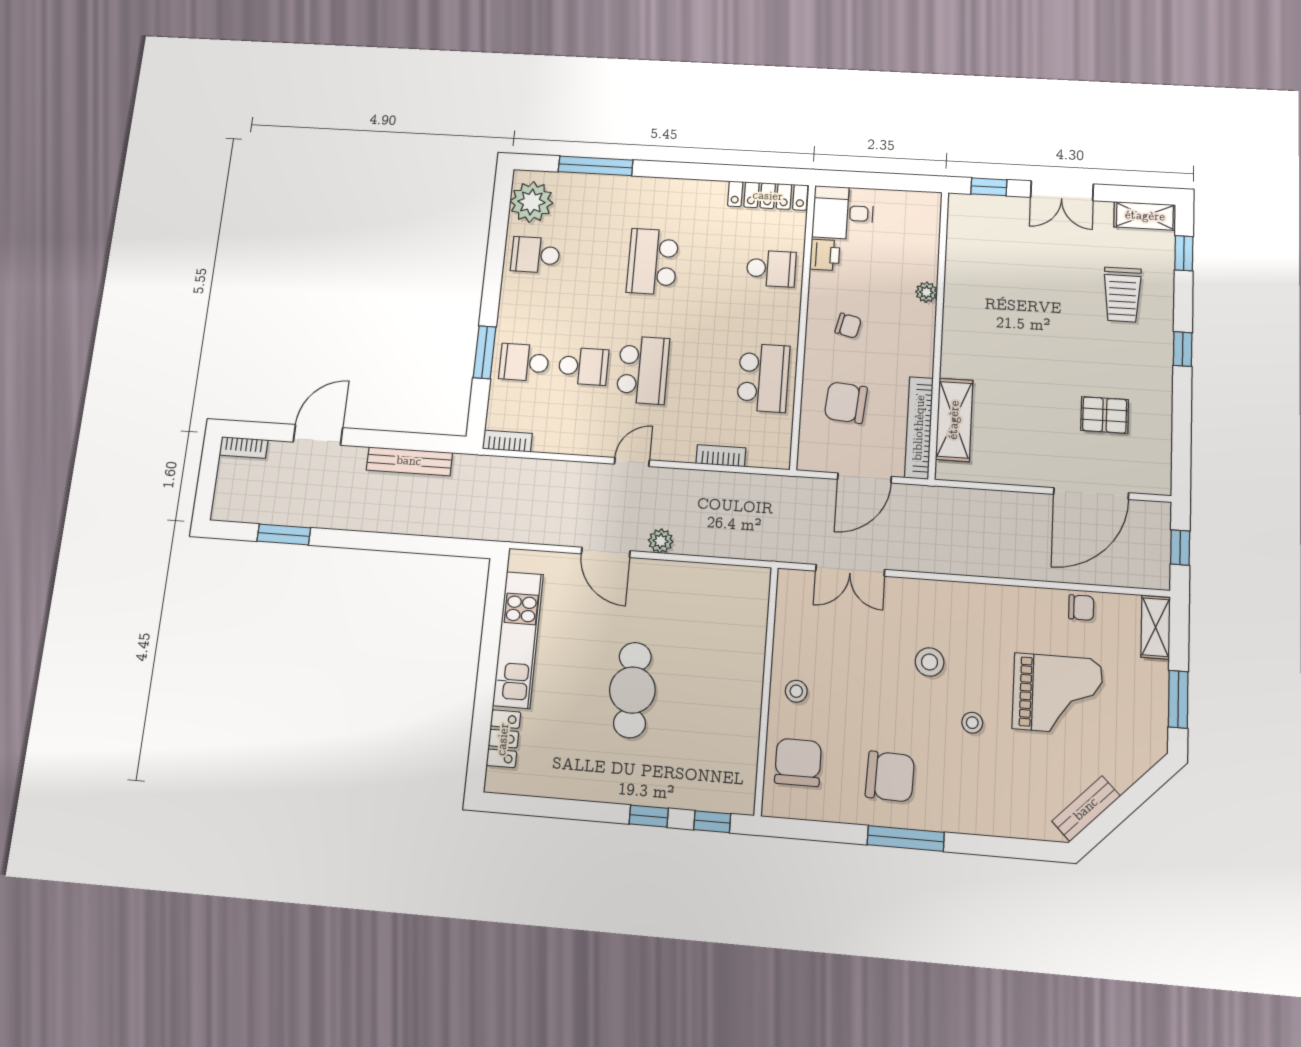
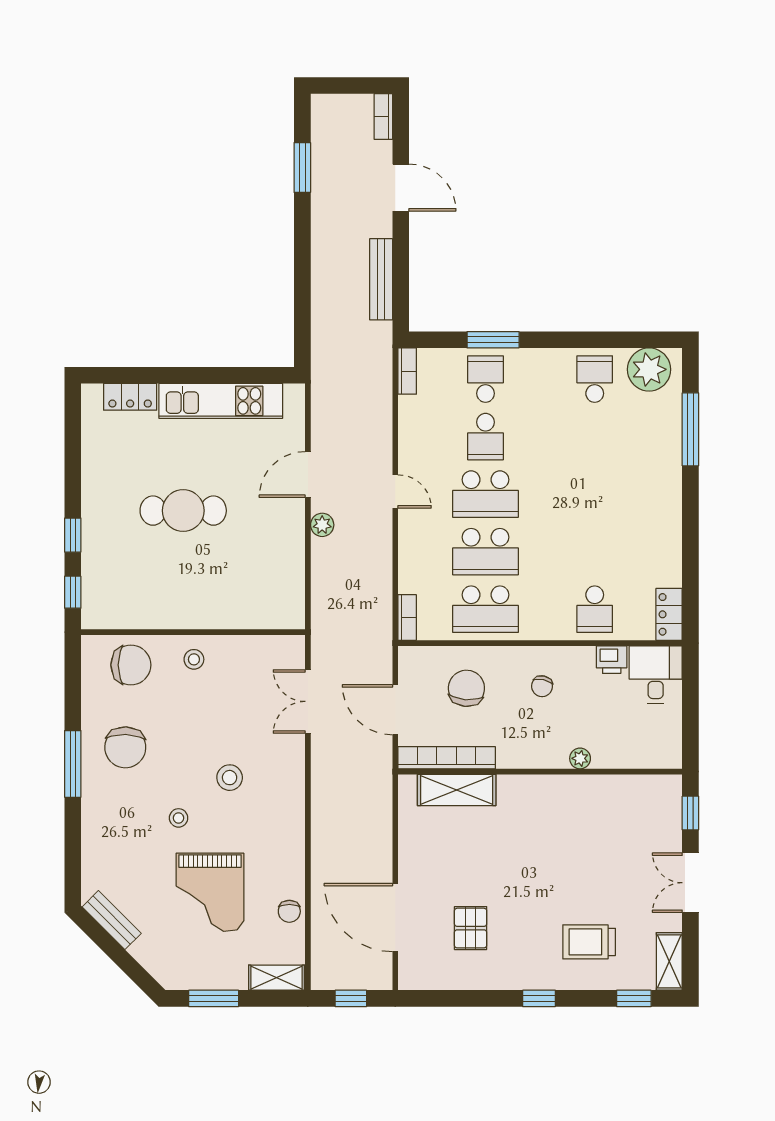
locker: (768, 196) -> (669, 614), width x0.66
school desk: (653, 262) -> (486, 552), moved, turned 180
bookcase: (721, 456) -> (407, 617), moved

